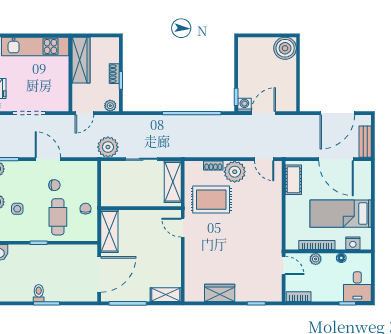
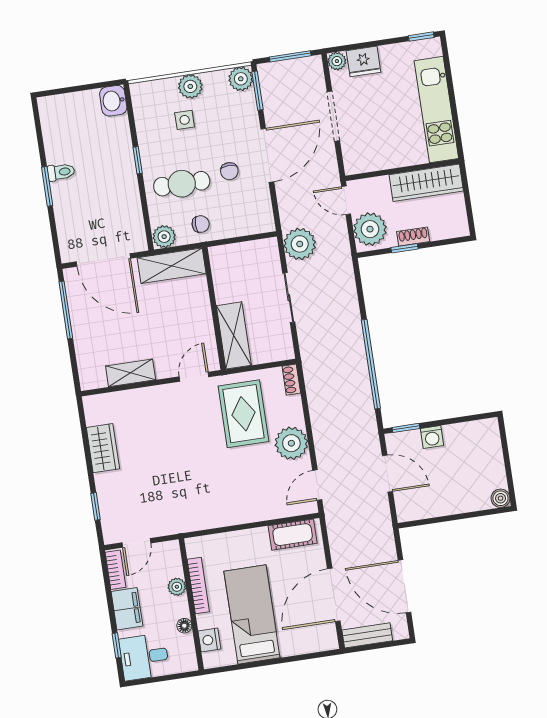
boiler: (285, 48) -> (501, 498), width x0.54, depth x0.54
washing machine: (244, 105) -> (432, 437), moved, turned 90
plant: (110, 106) -> (370, 229), width x1.88, depth x1.88
door: (48, 159) -> (267, 155), width x1.36
shoe rack: (213, 166) -> (291, 380), moved
shelving: (173, 182) -> (234, 335), moved, turned 90
plant: (90, 233) -> (164, 237), added
door: (284, 265) -> (136, 543), moved
filing cabinet: (325, 293) -> (127, 609), added
shelving: (166, 295) -> (131, 373), moved, turned 90

